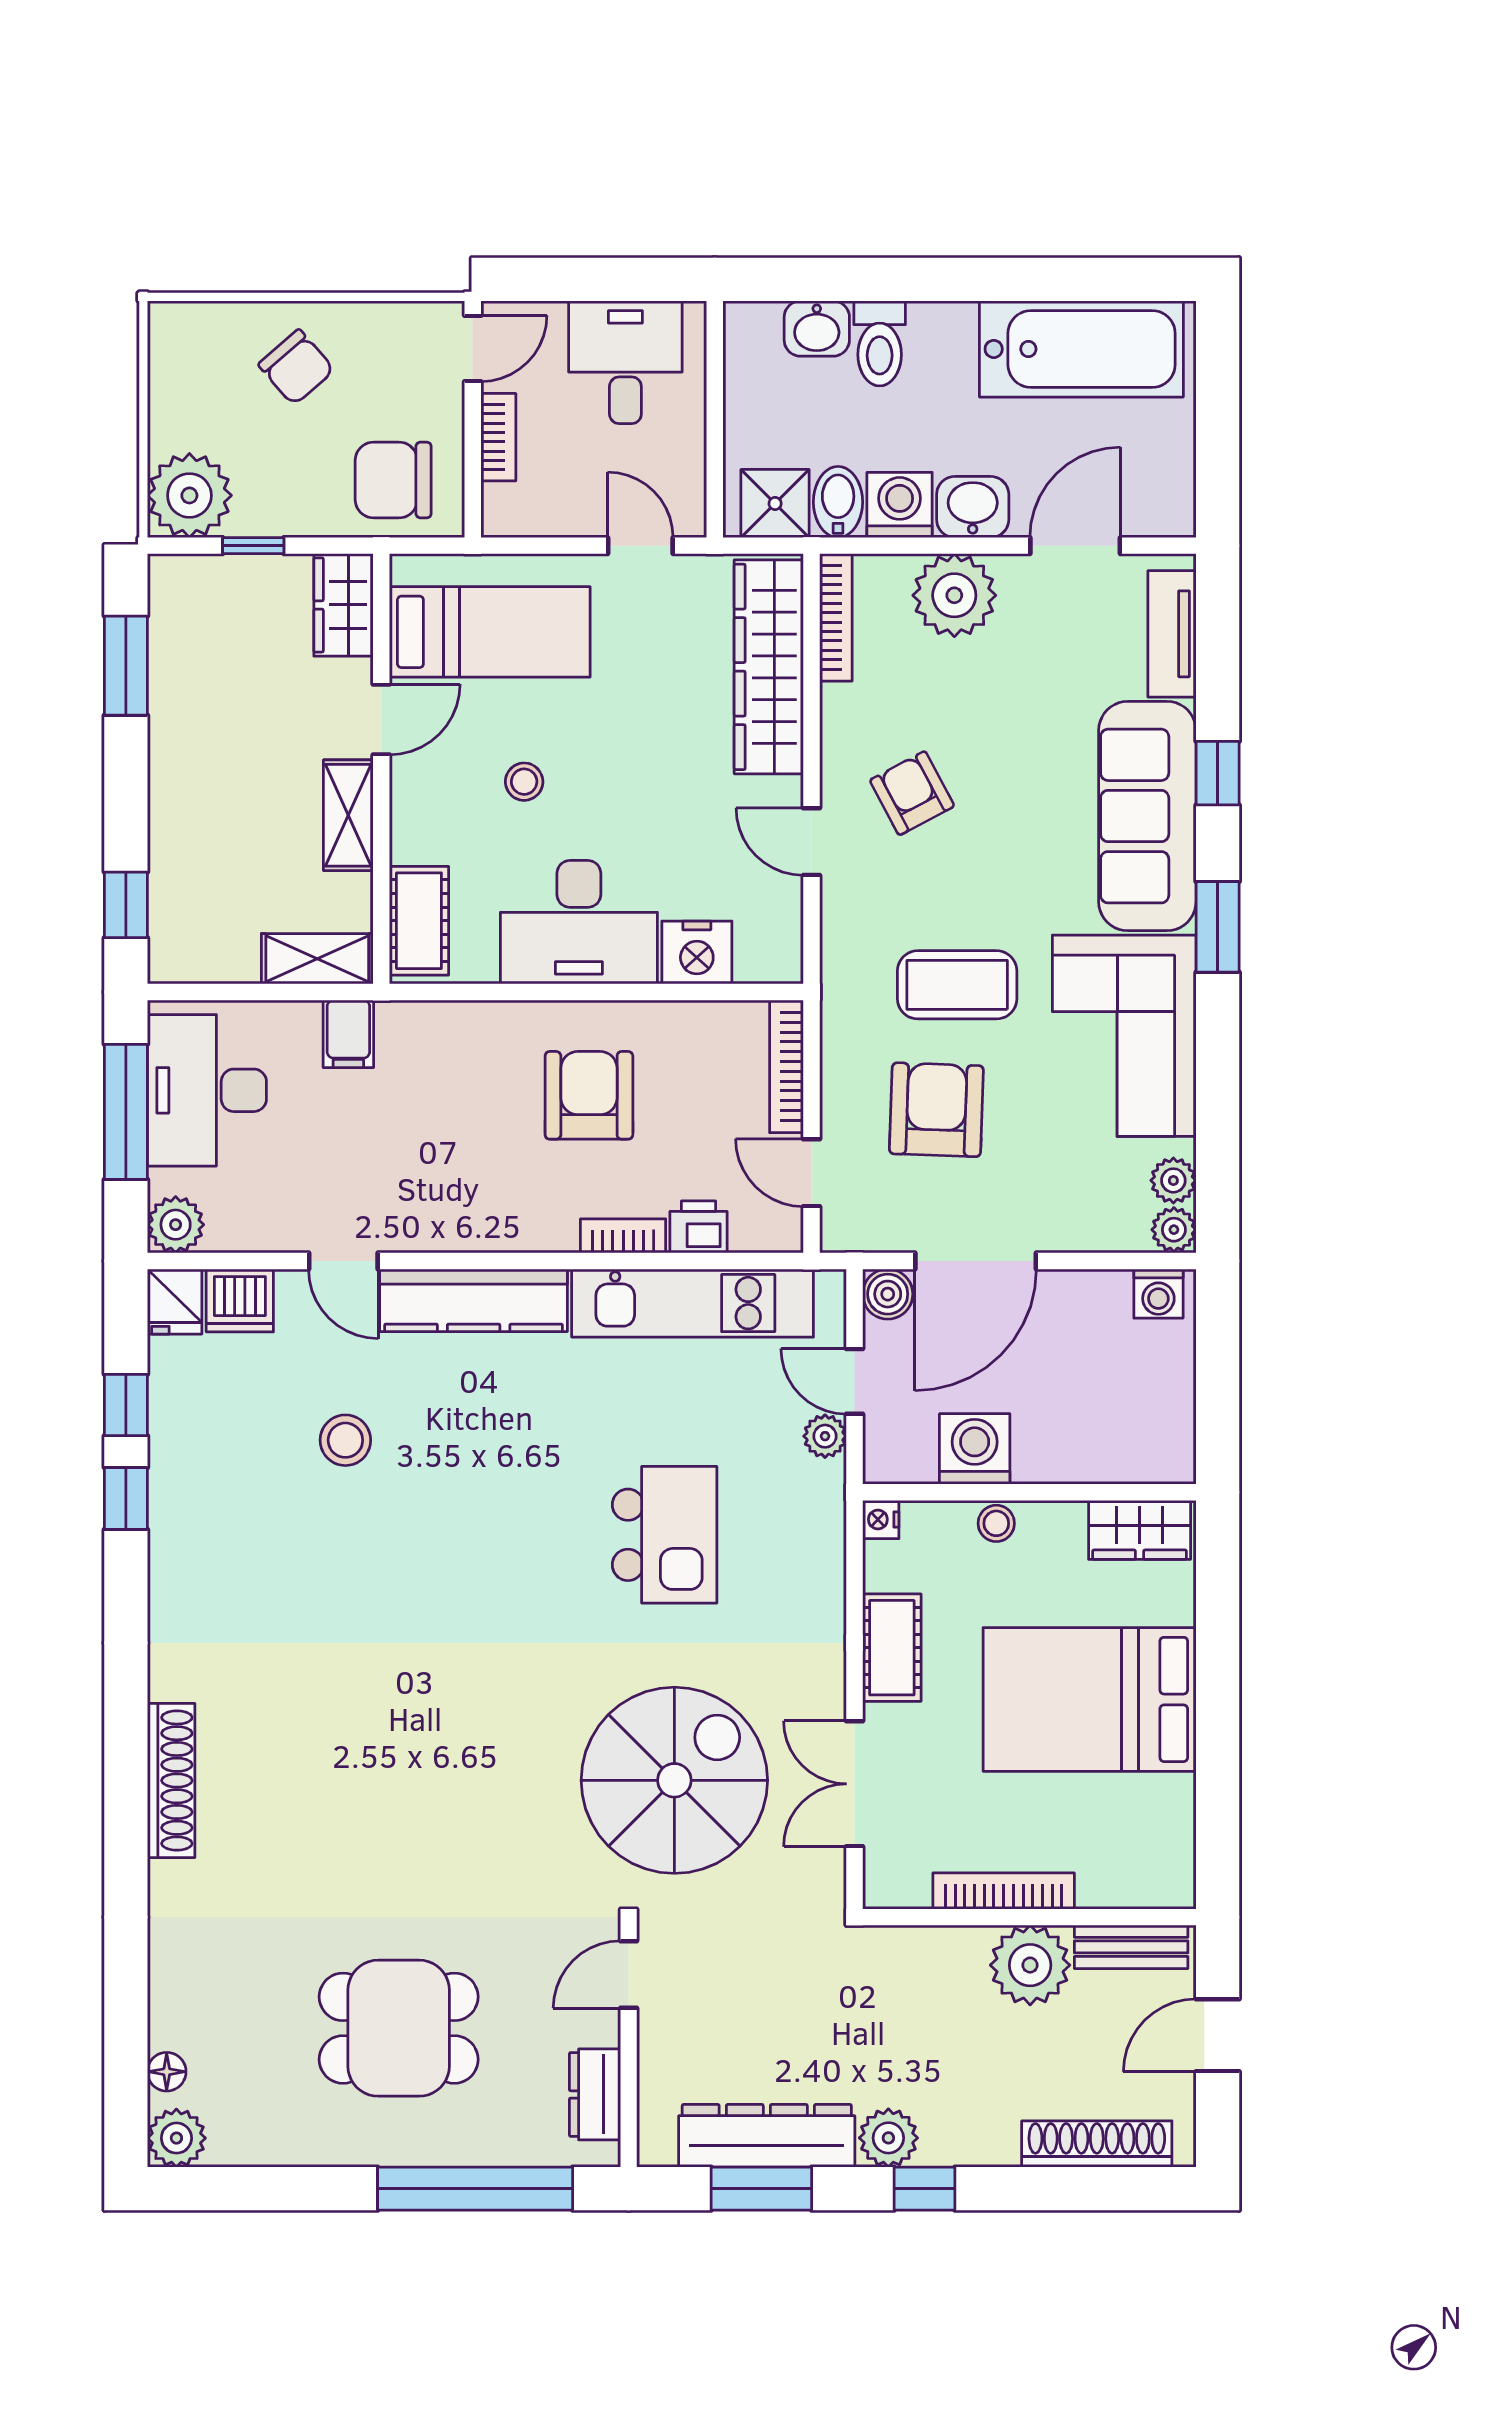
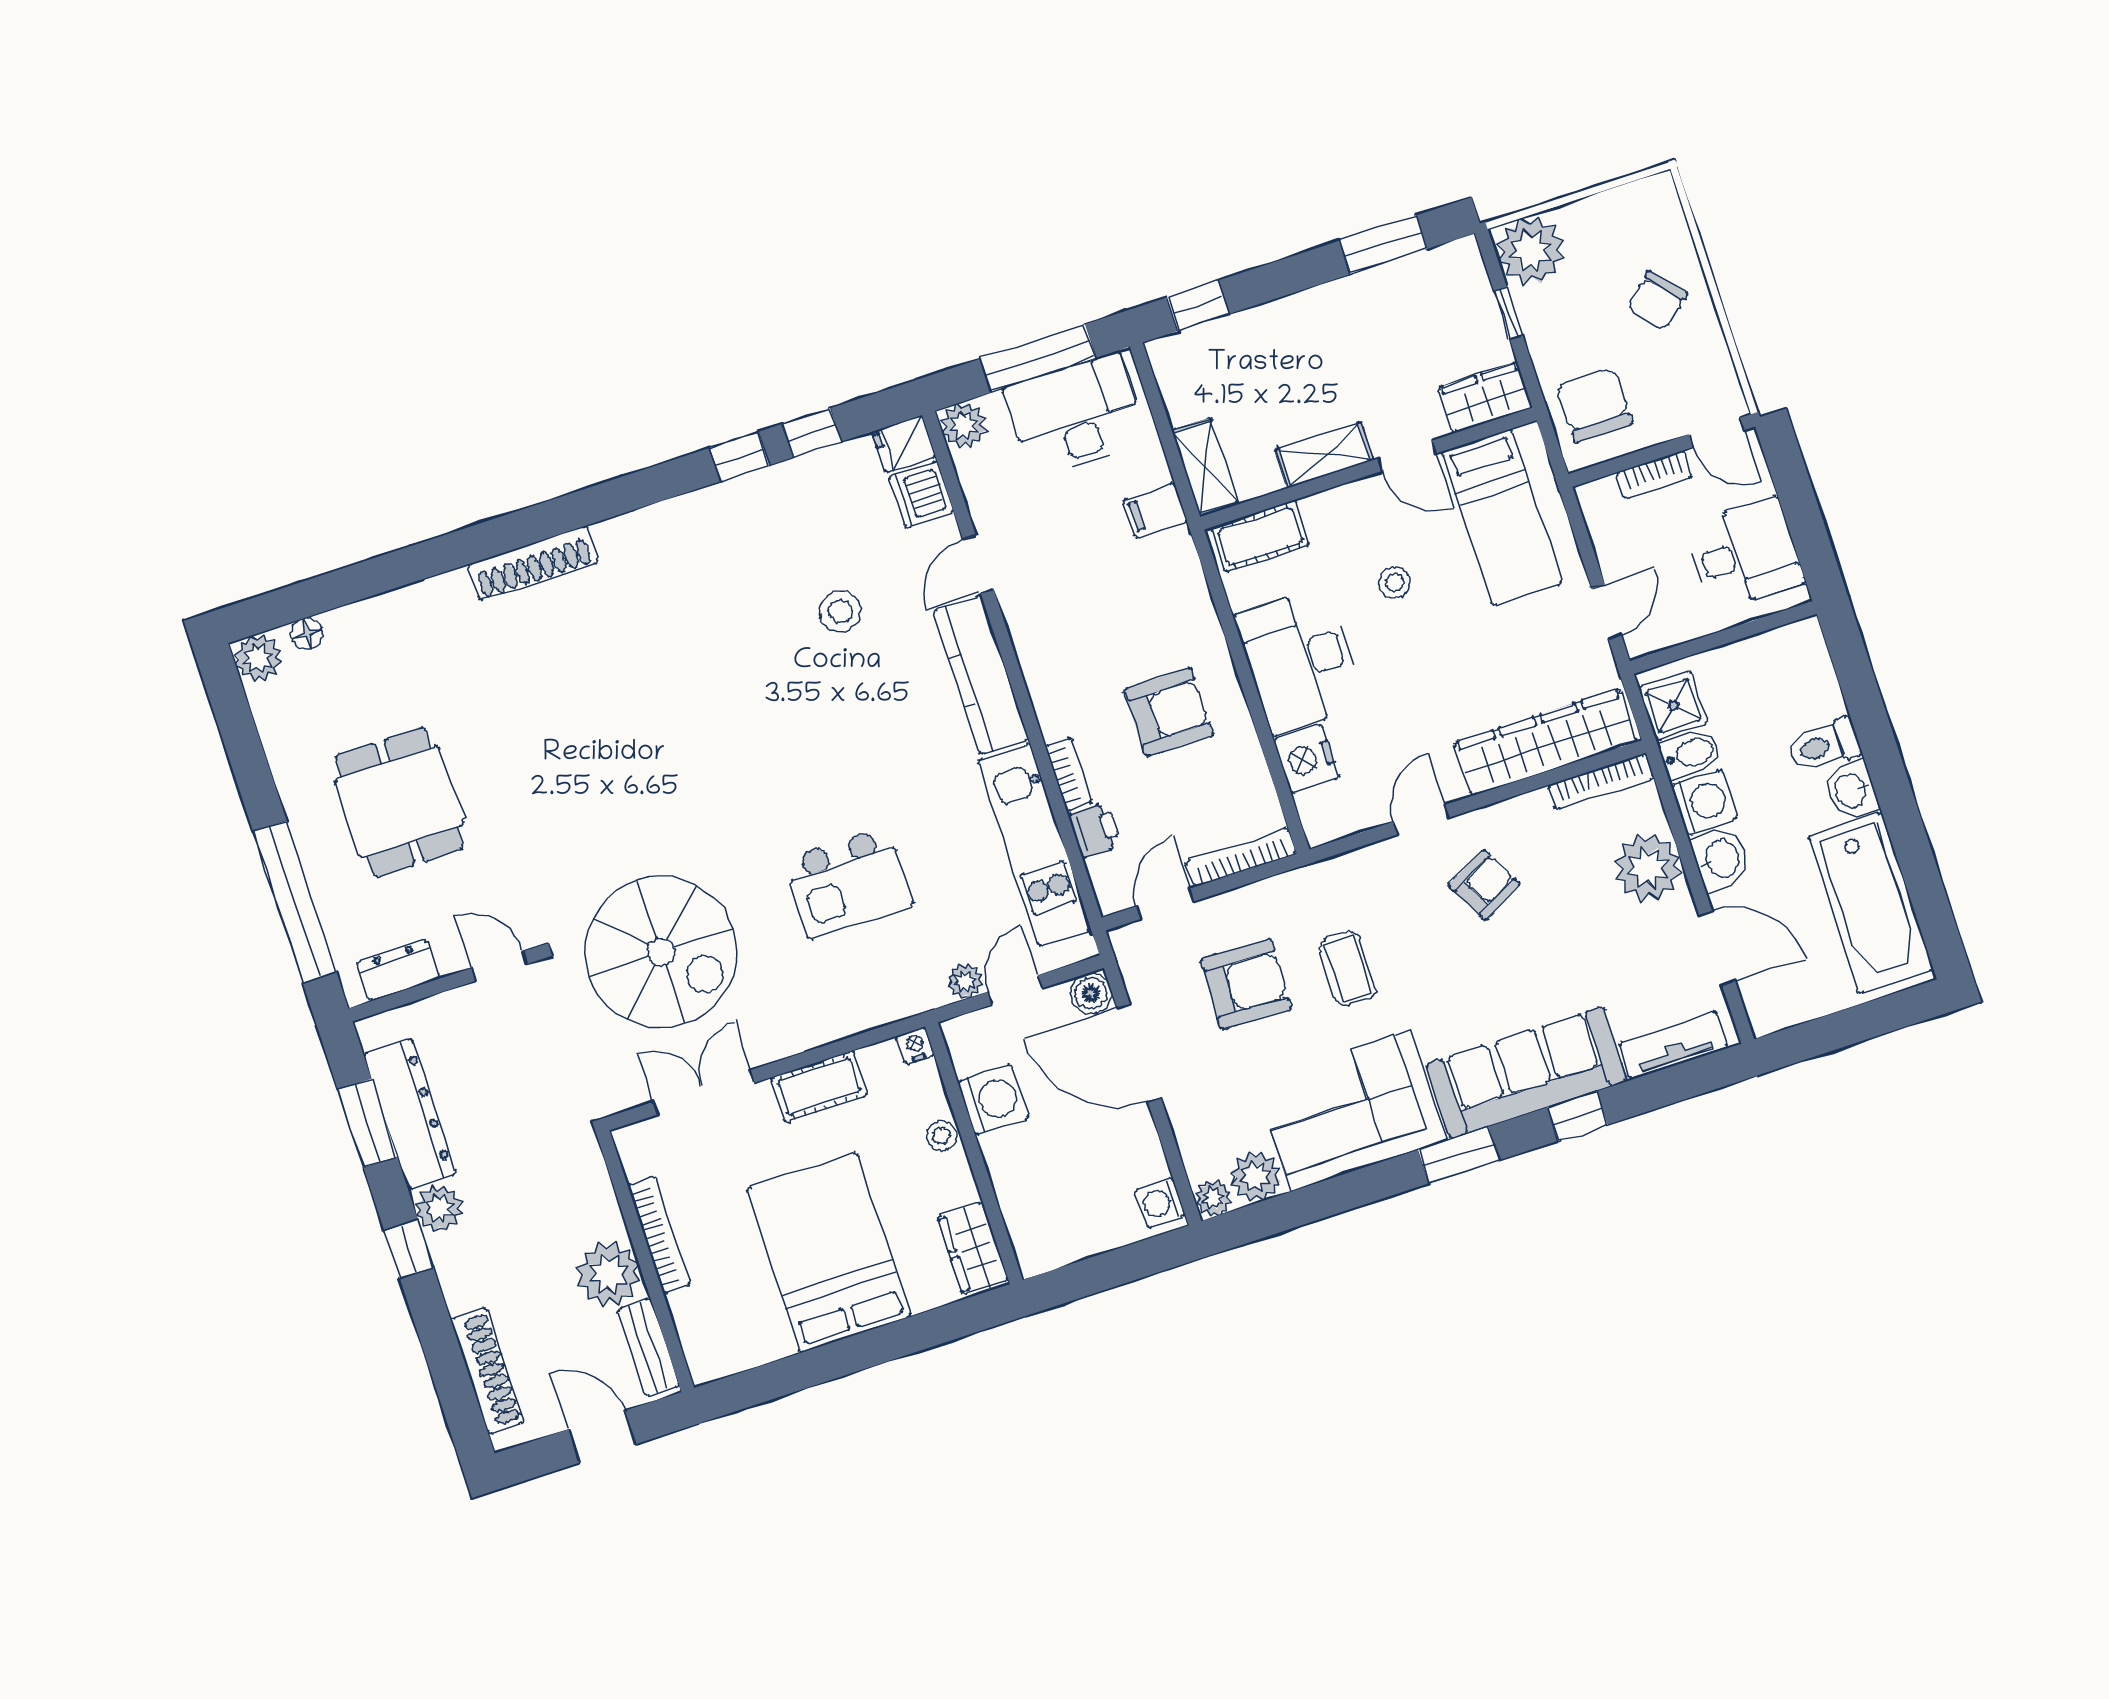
washbasin: (817, 329) -> (1851, 790), moved
coffee table: (957, 985) -> (1348, 969), width x0.73, depth x0.77
plant: (1173, 1180) -> (1256, 1177), width x1.38, depth x1.38

